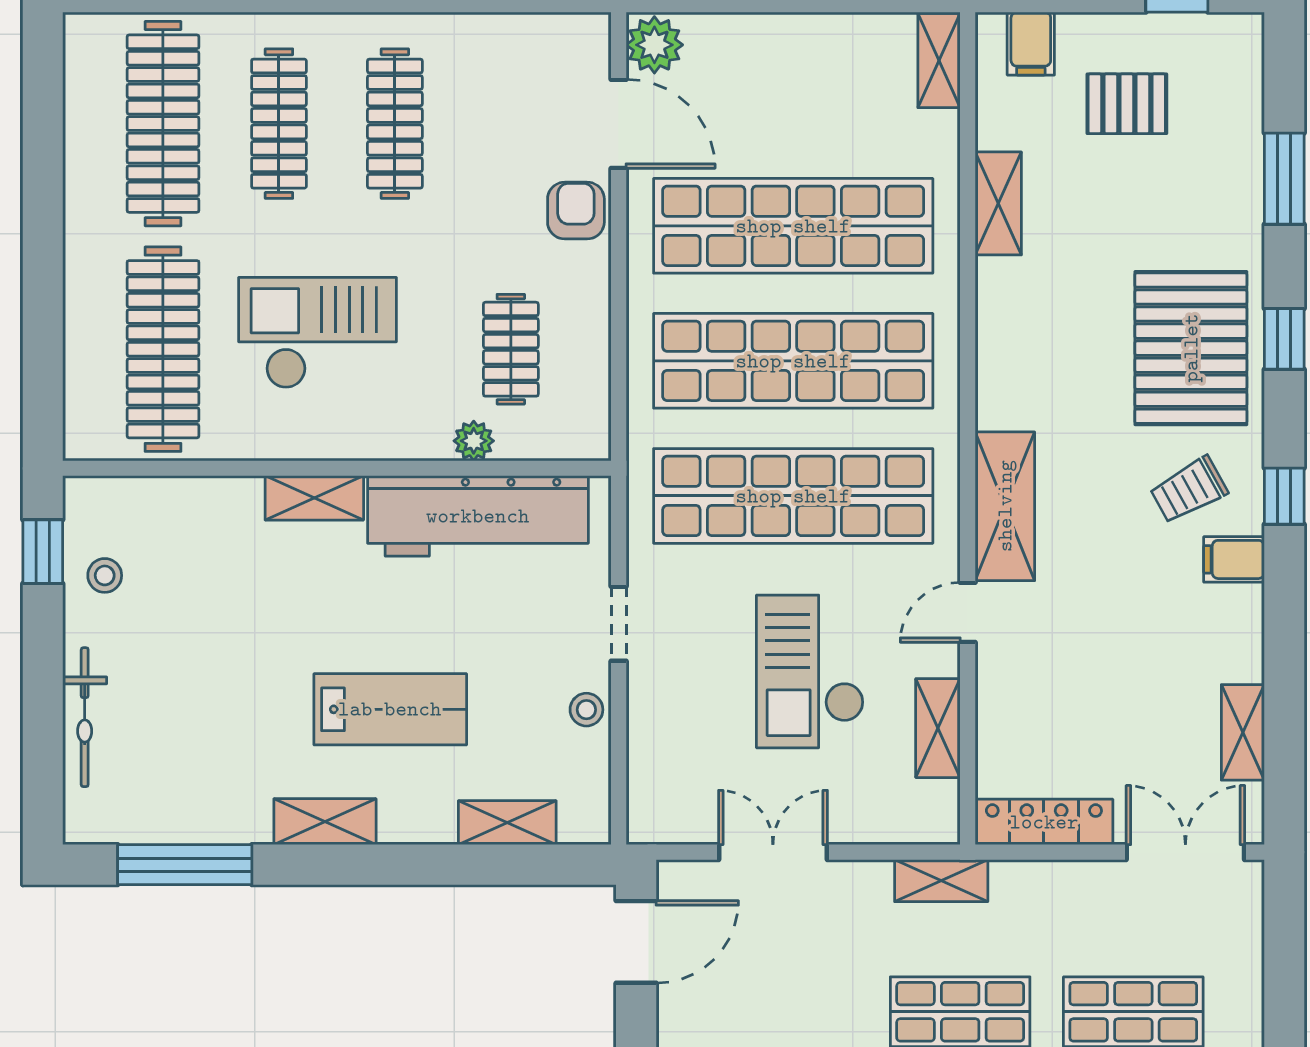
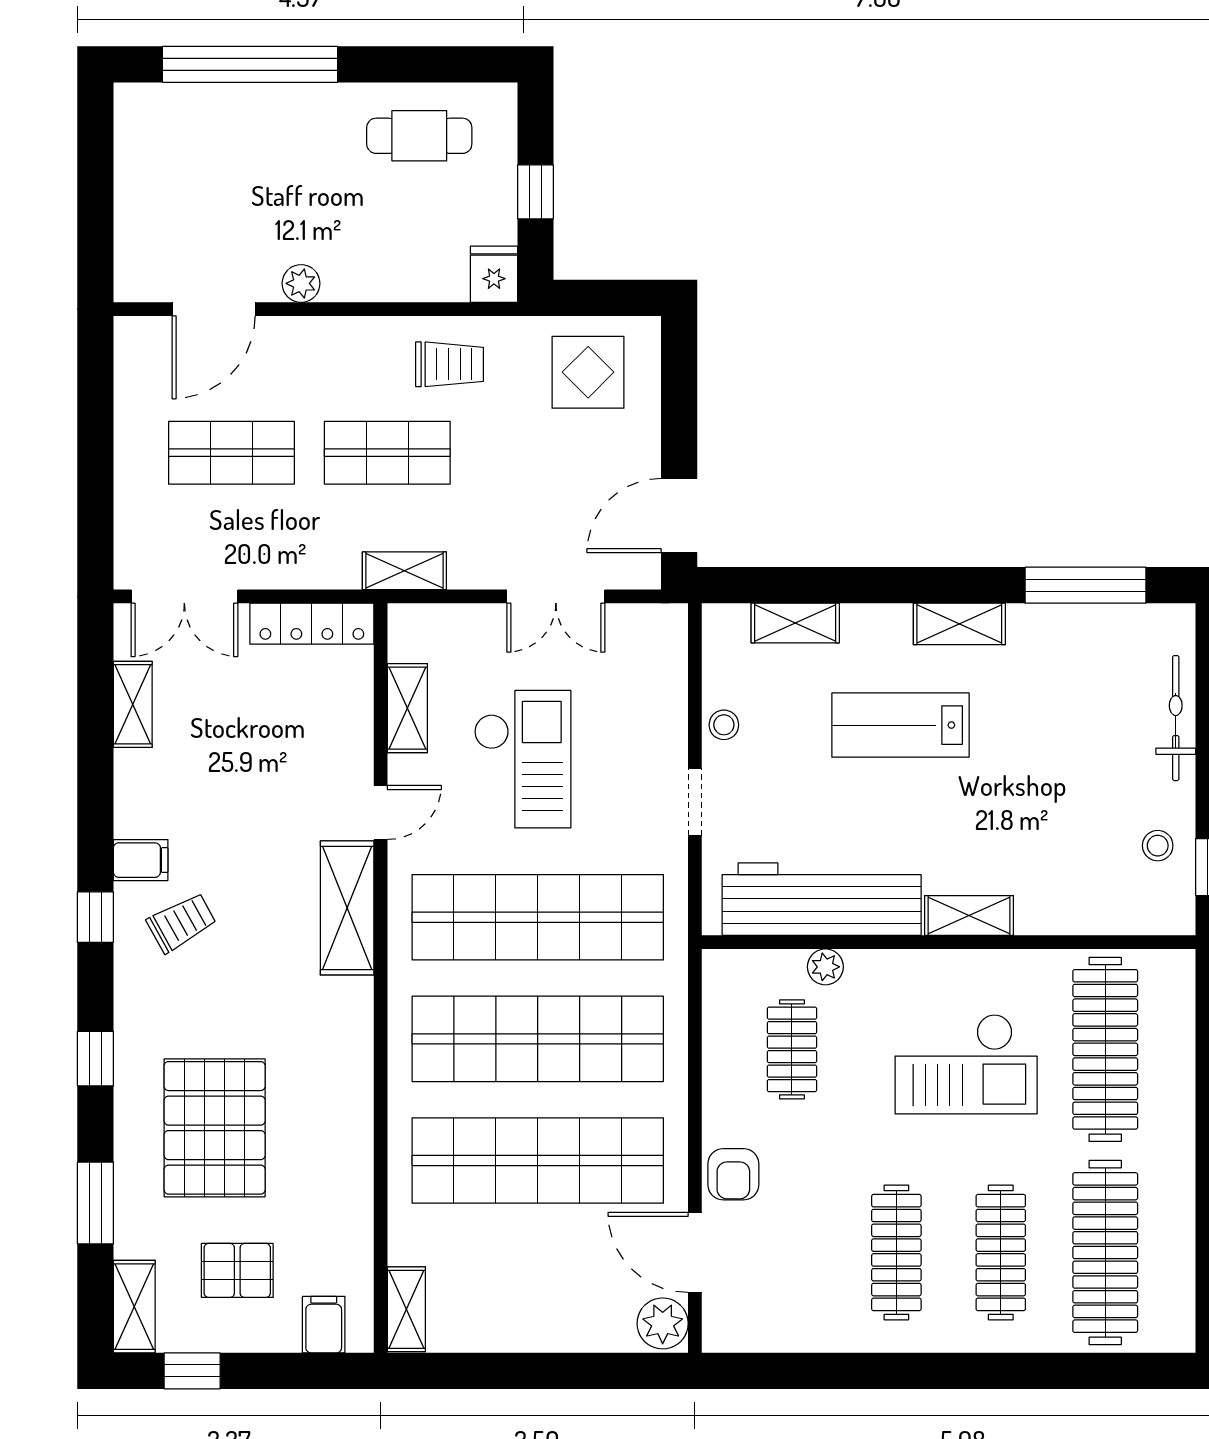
shelving: (998, 203) -> (134, 1307), moved
pallet: (1191, 348) -> (215, 1128), moved

